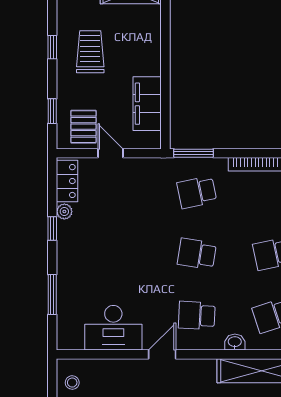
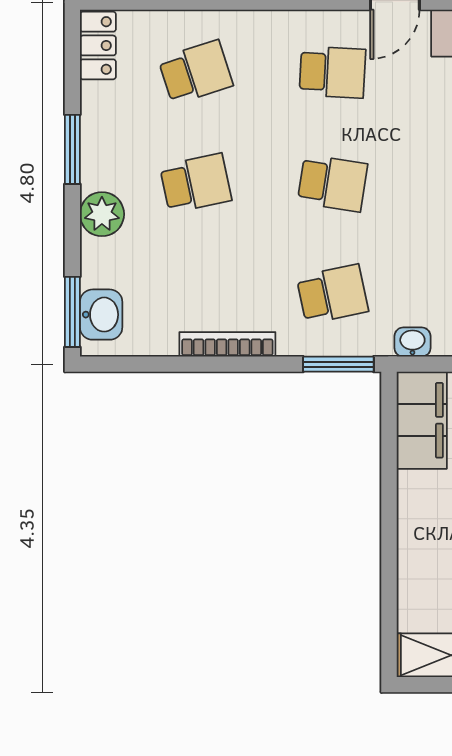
filing cabinet: (147, 104) -> (422, 420), moved
washbasin: (235, 342) -> (412, 342), moved, turned 180

